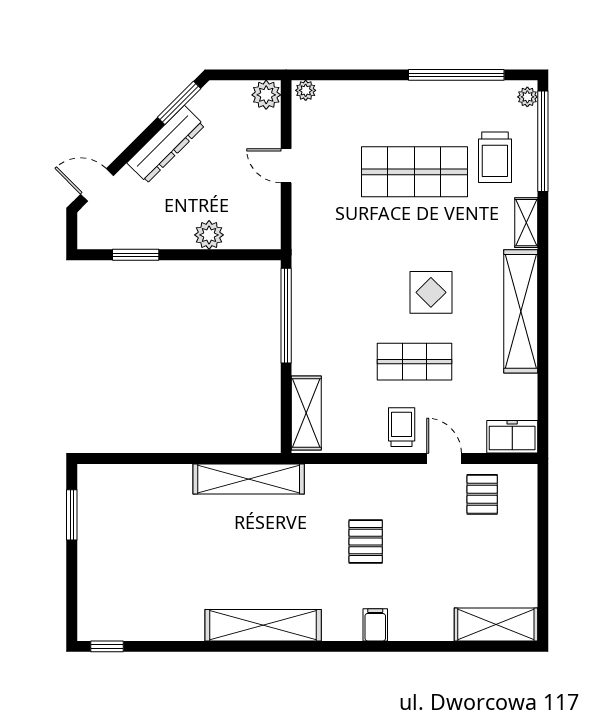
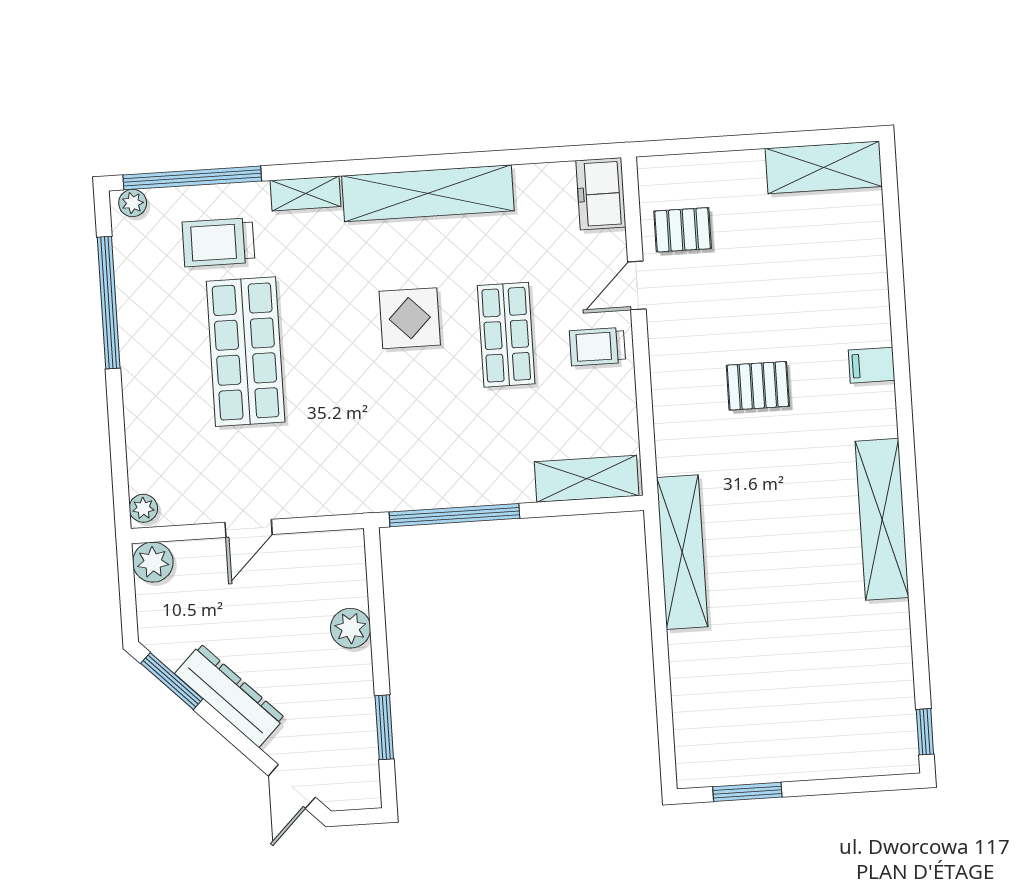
trolley: (495, 157) -> (218, 242), turned 180
shelving: (496, 624) -> (824, 167), moved, turned 90

